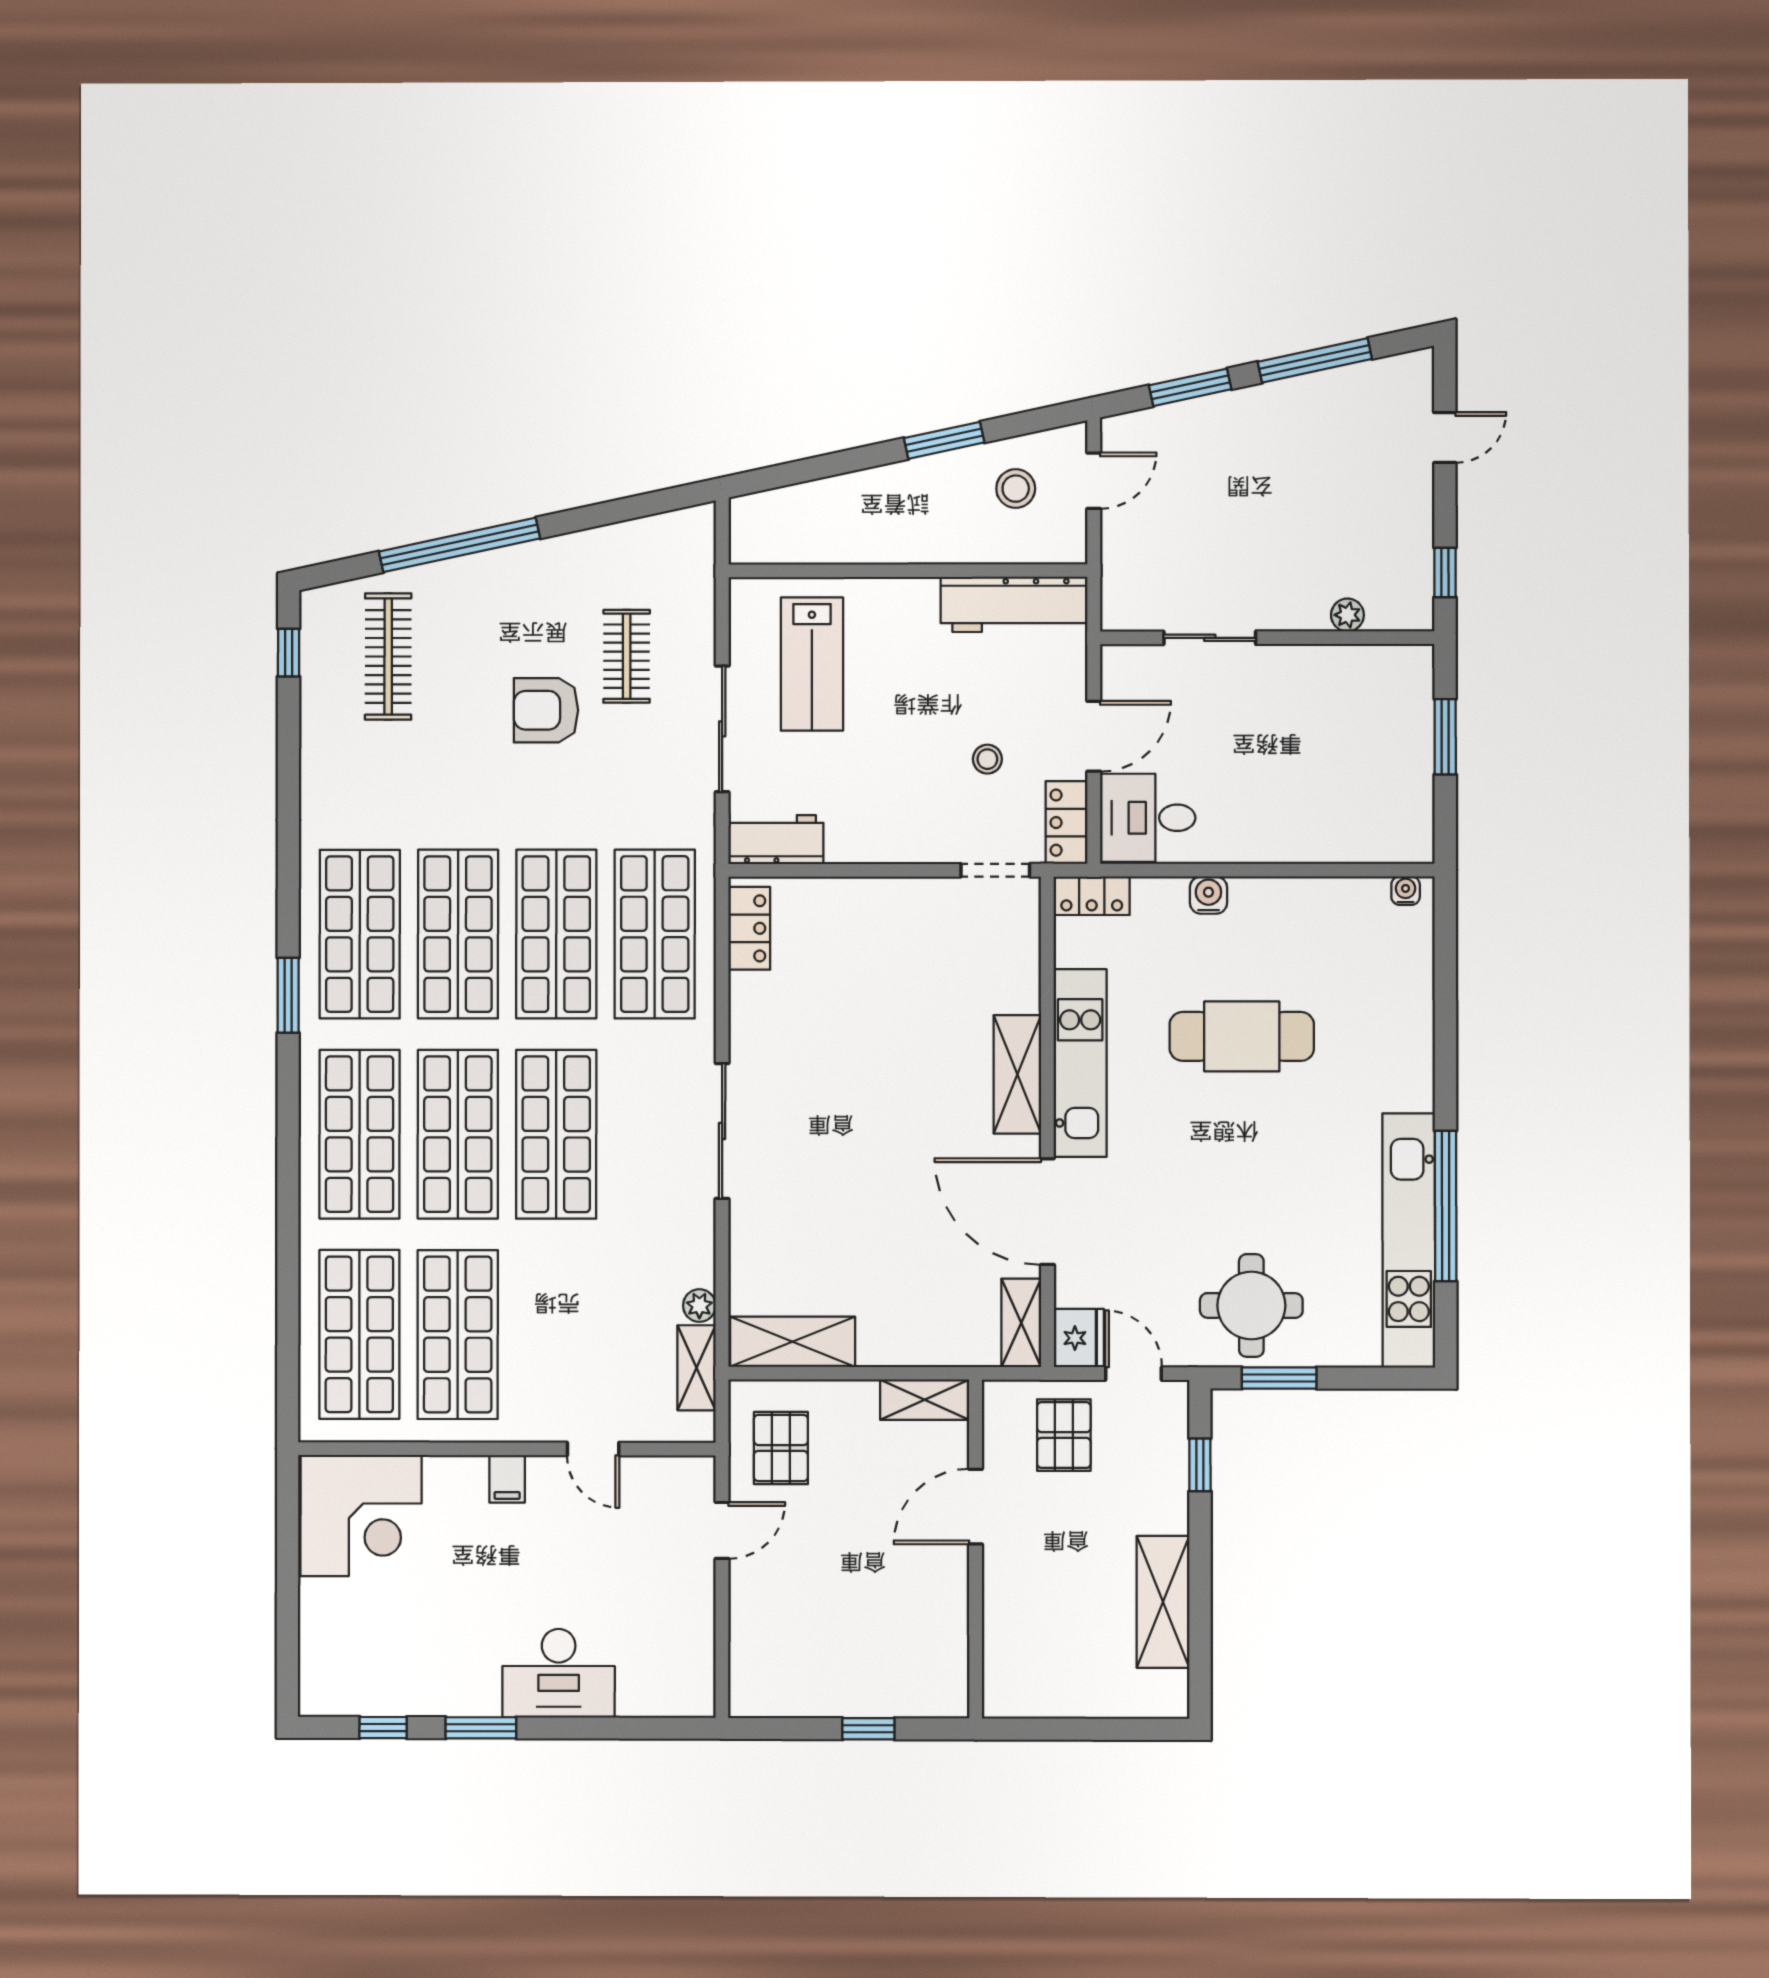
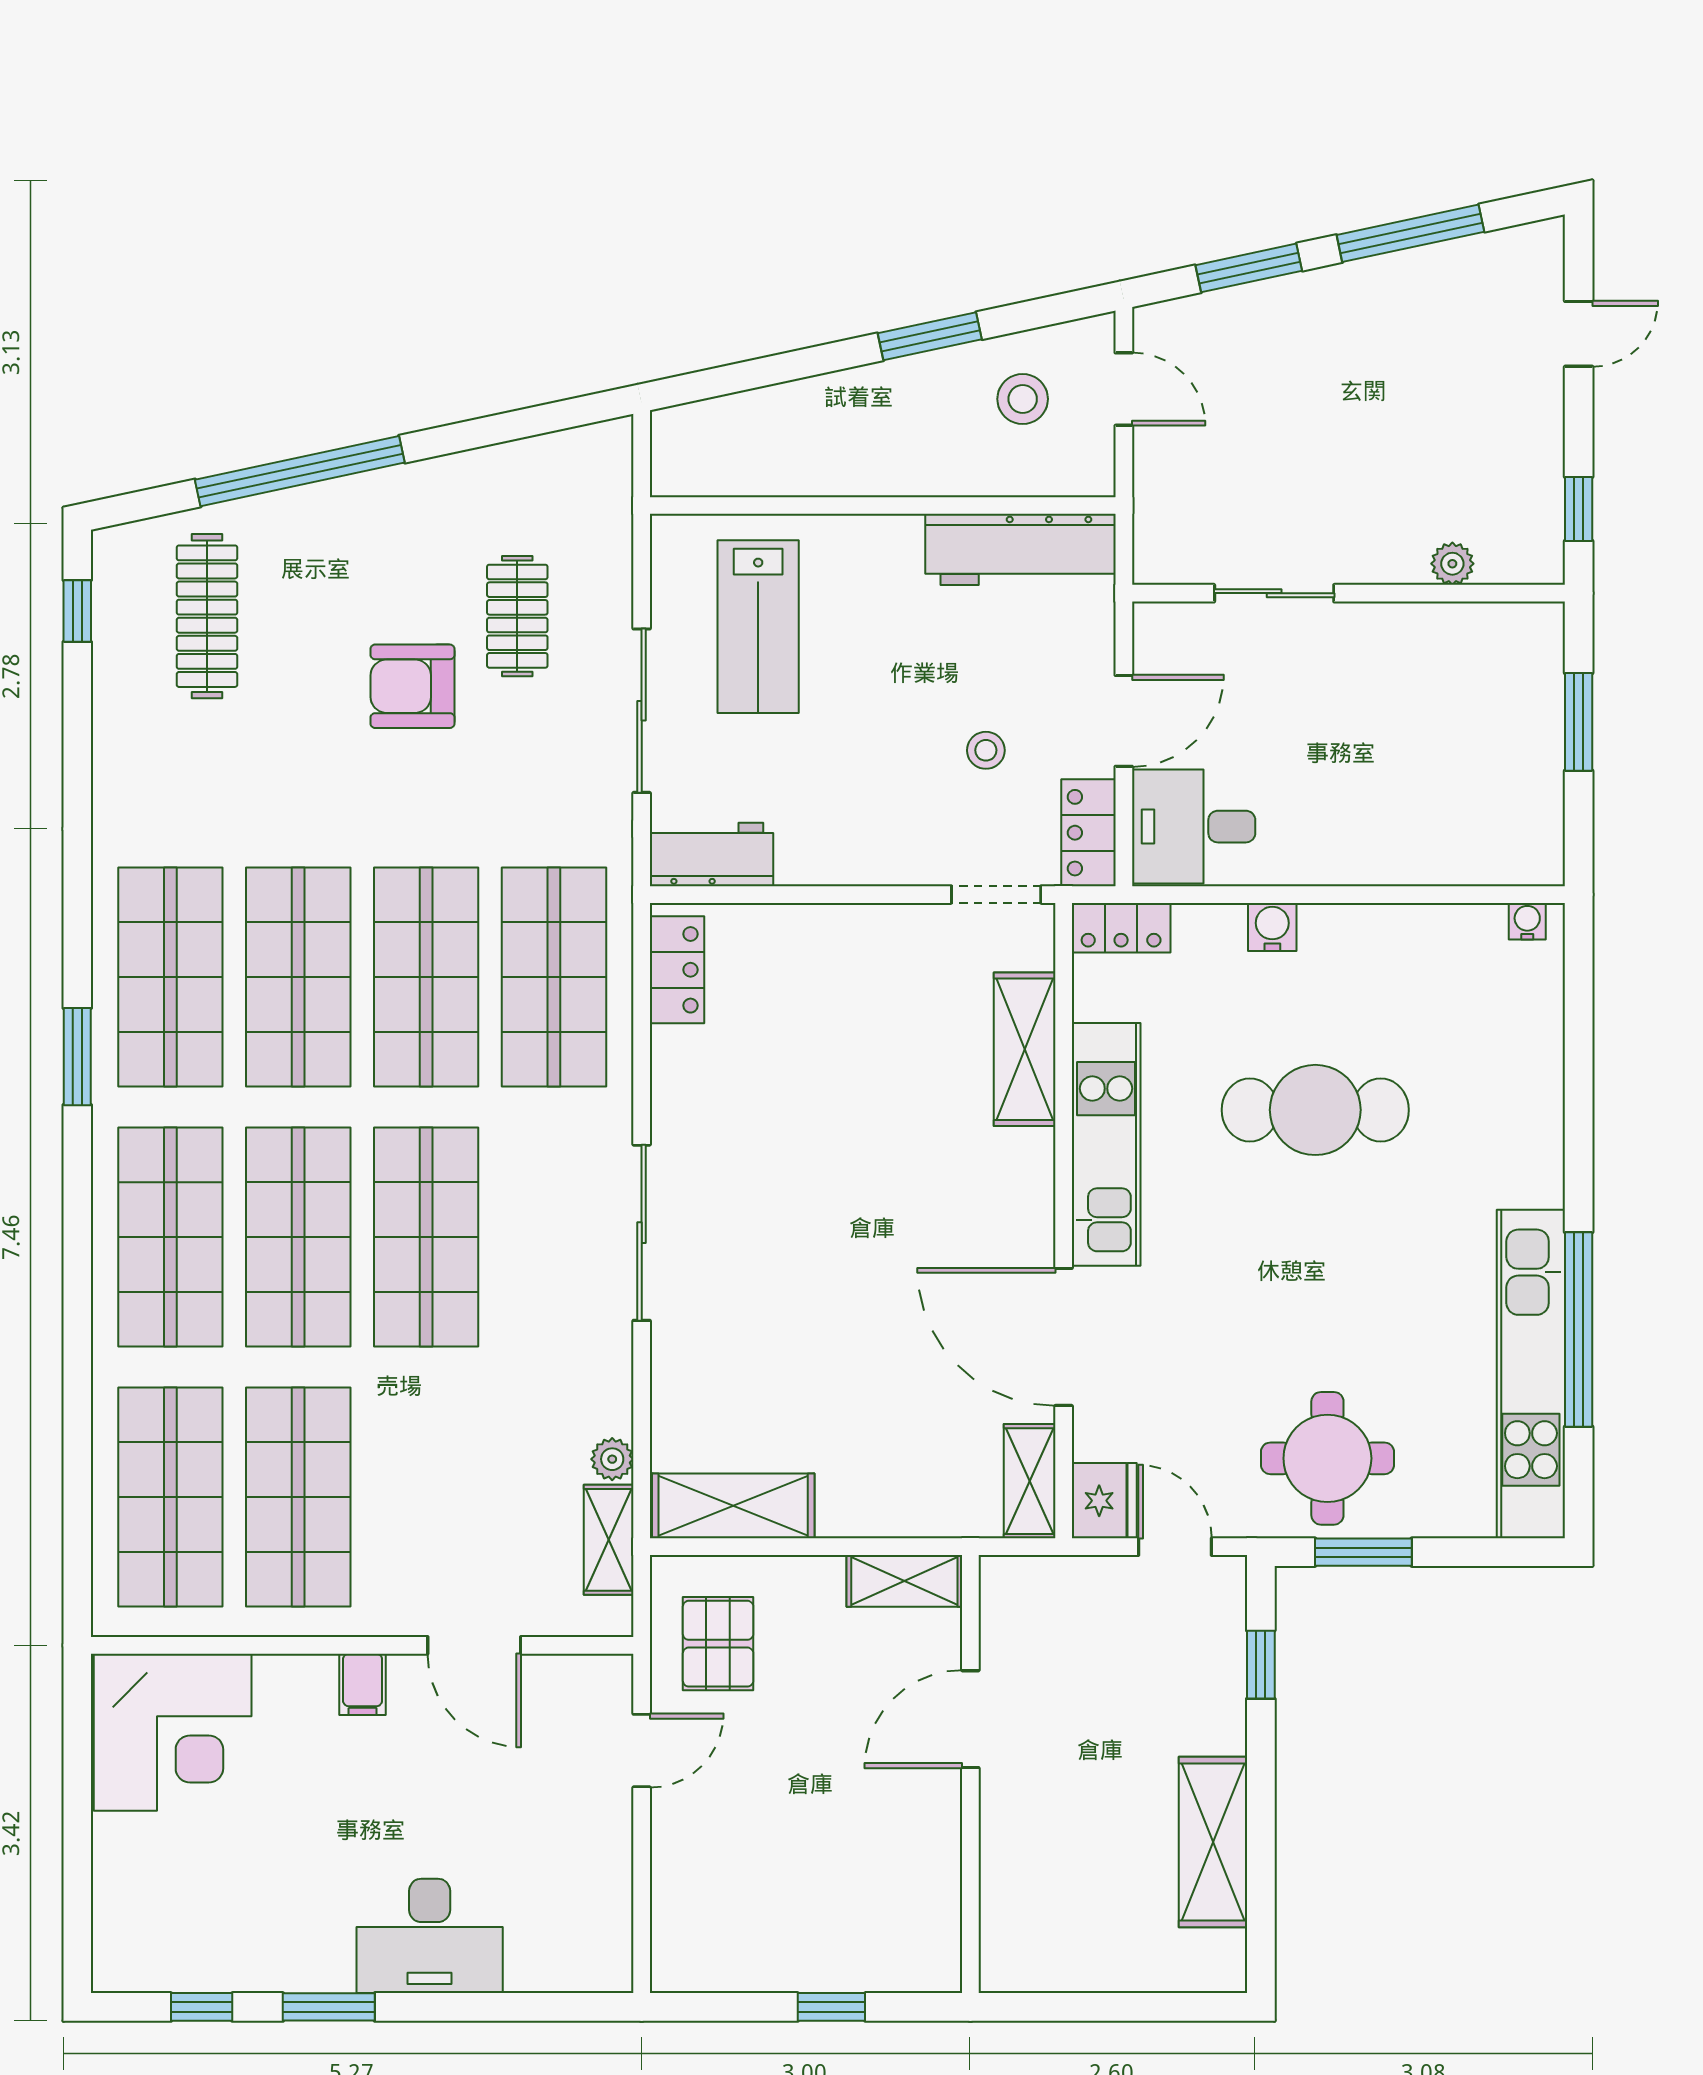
door: (1094, 481) -> (1124, 389), hinge flipped
shelving: (1017, 1074) -> (1025, 1049), moved
pallet: (1064, 1435) -> (1085, 1626), removed
door: (593, 1449) -> (474, 1645), width x1.38

